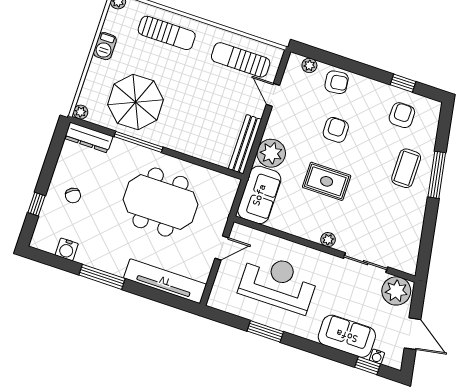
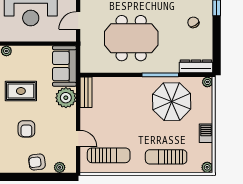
bench: (245, 144) -> (86, 92), width x0.73

